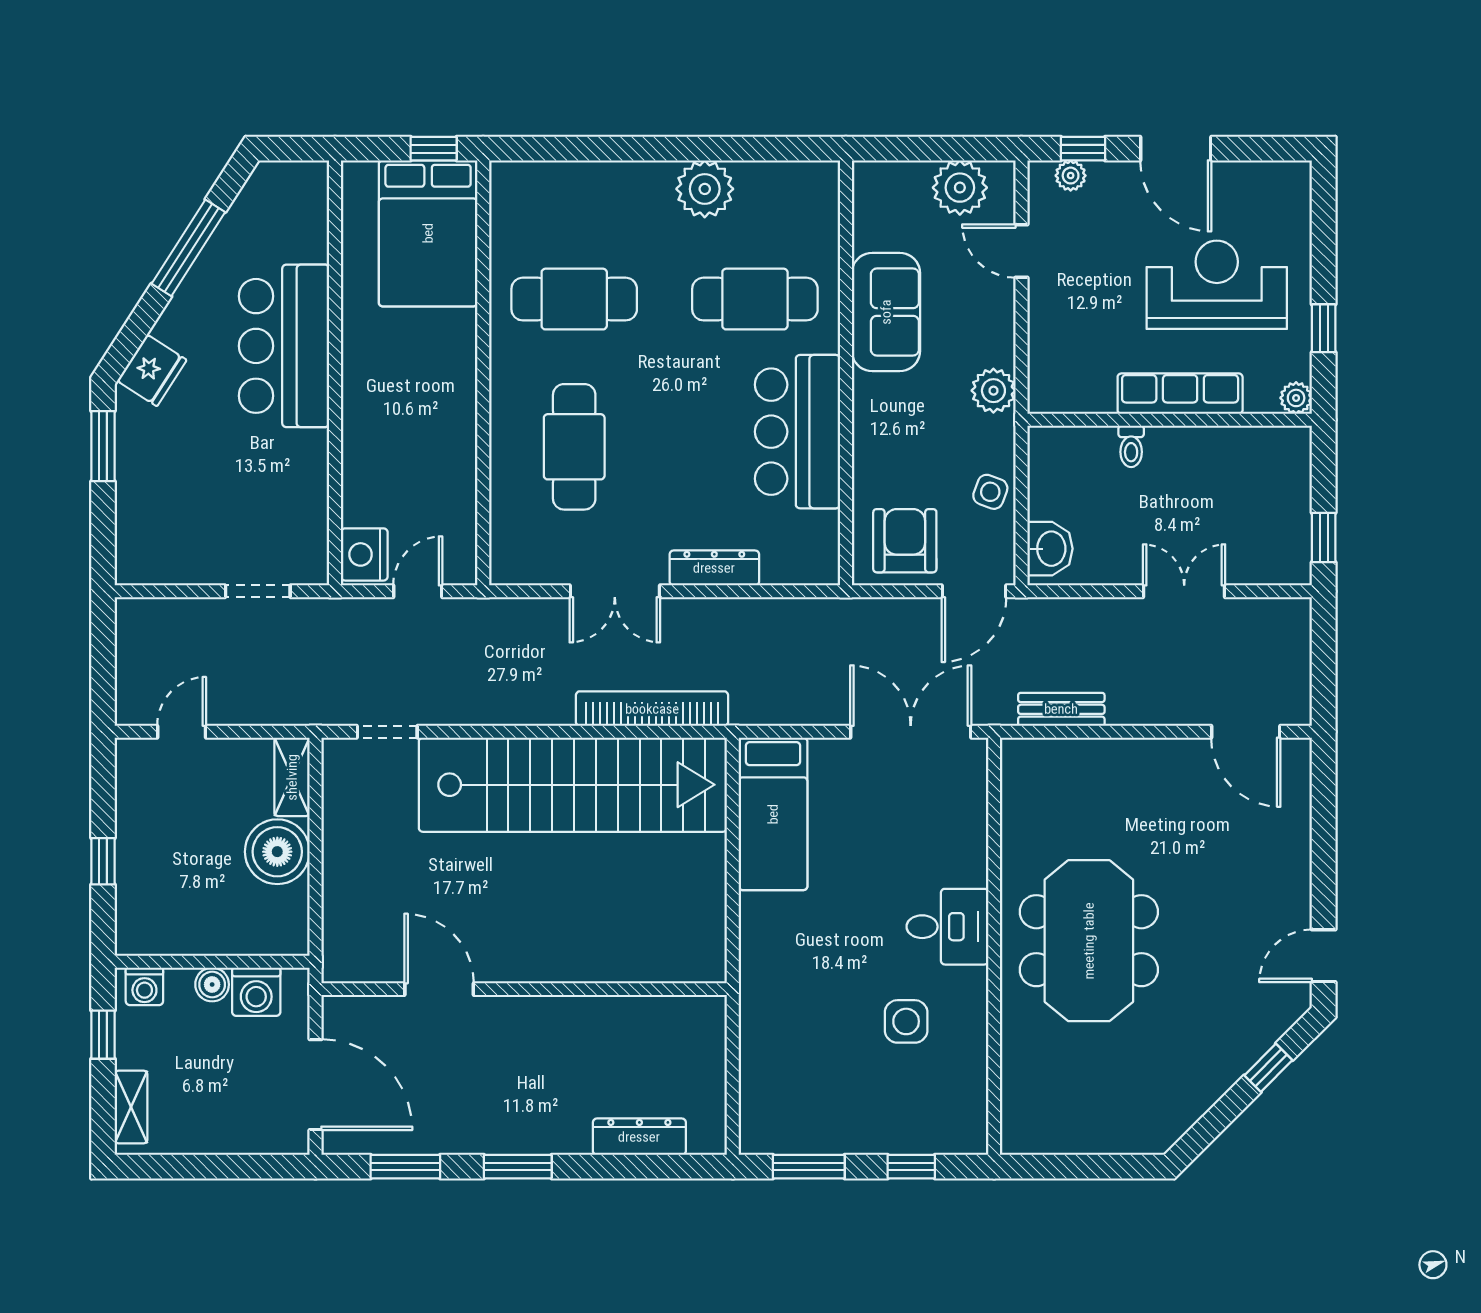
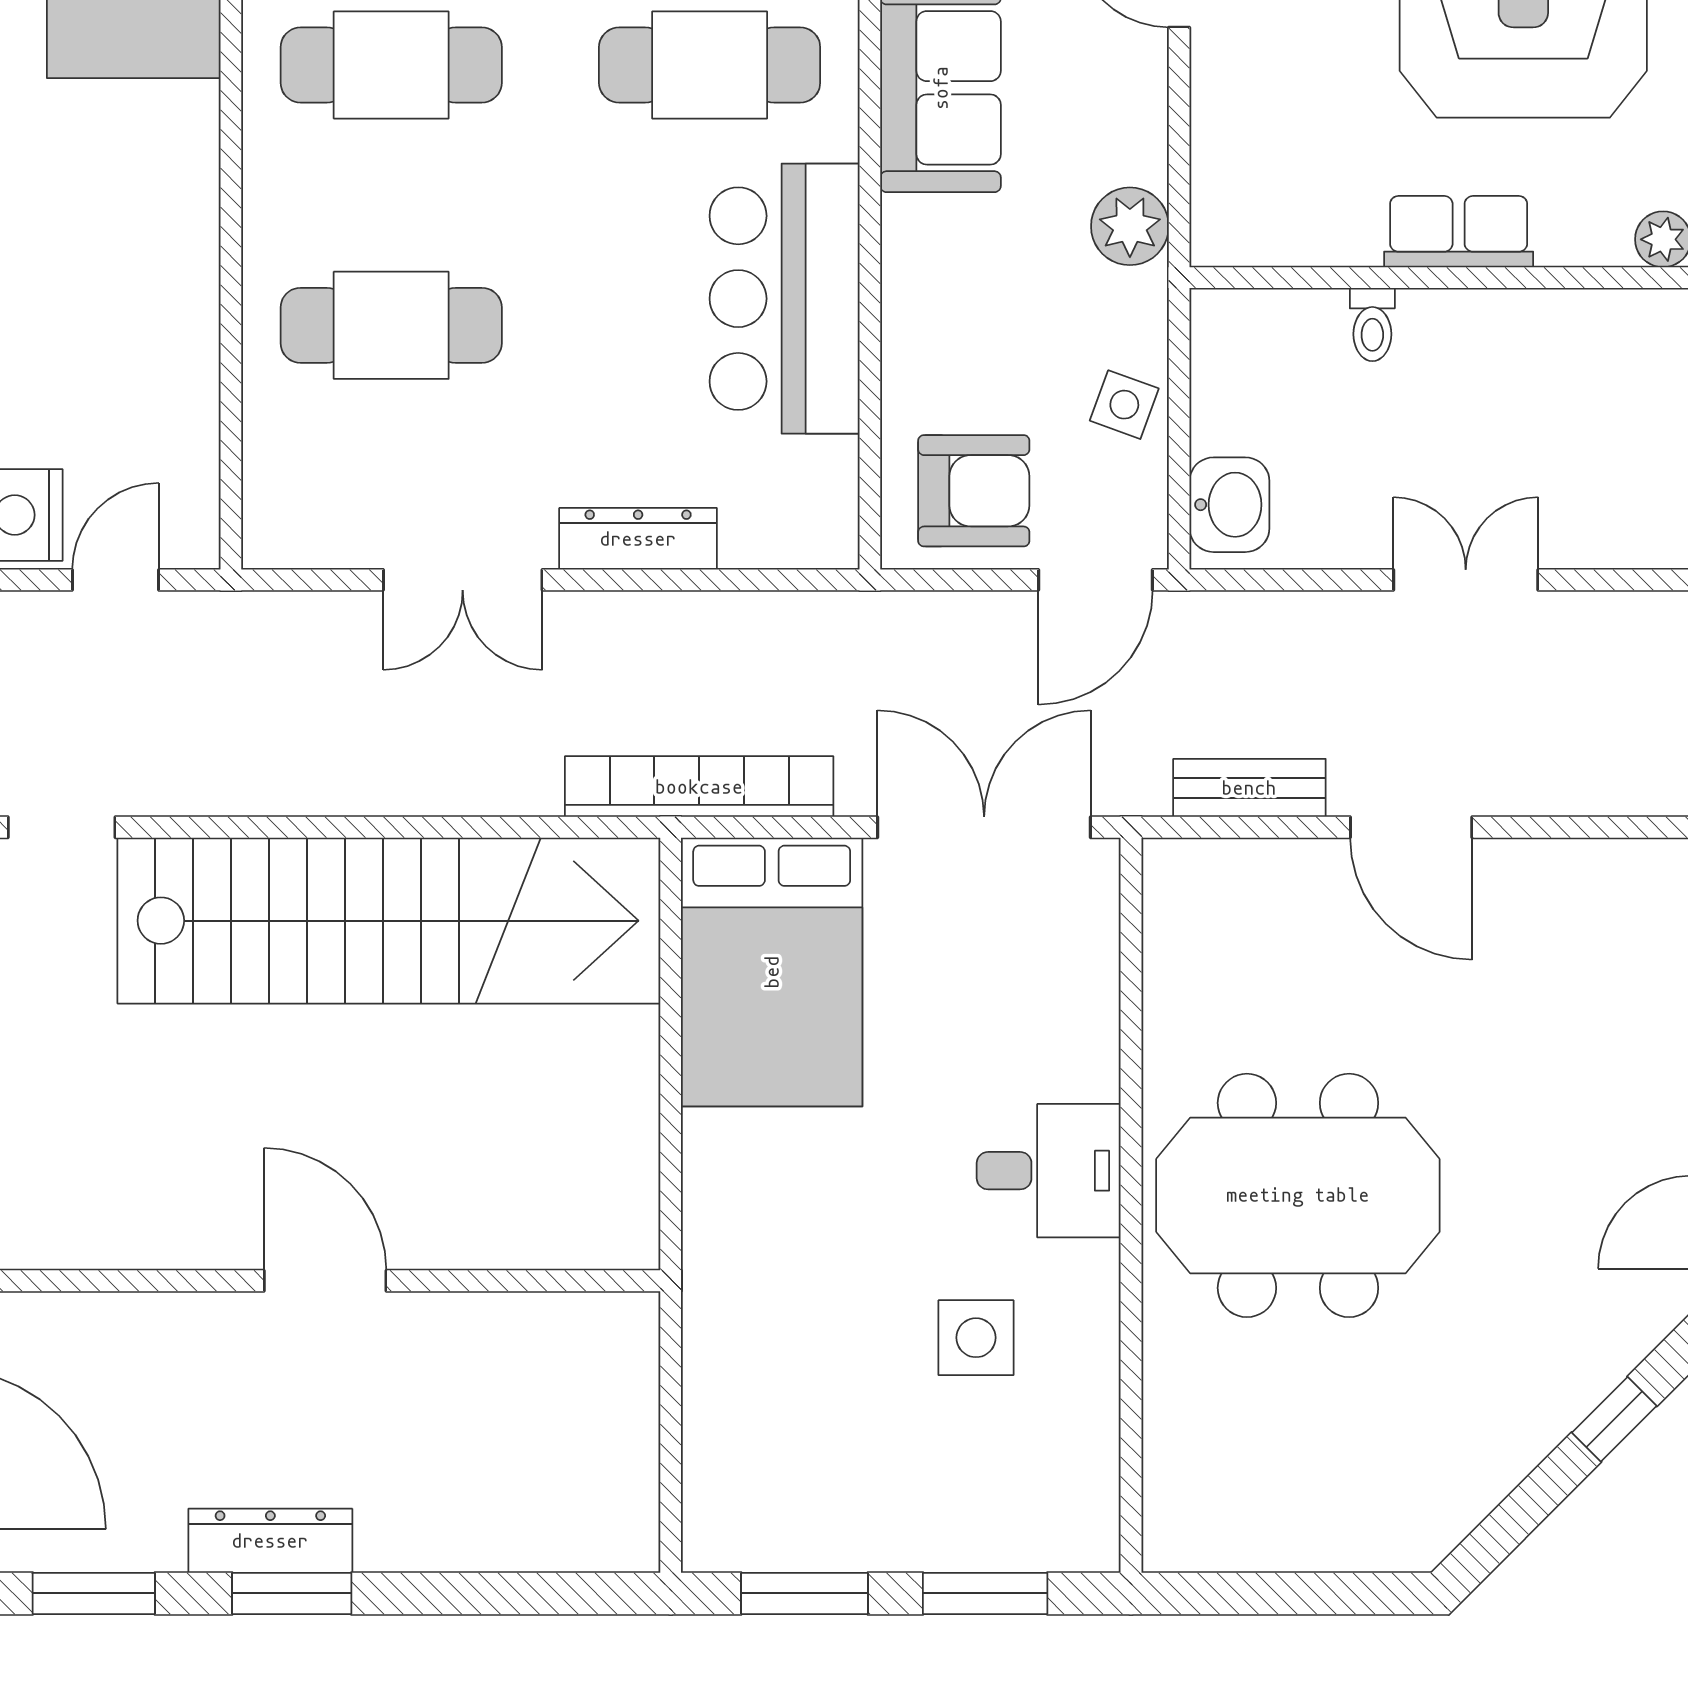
row of seats: (1180, 394) -> (1459, 232), width x0.68
cafe table: (574, 447) -> (391, 325), turned 90
armchair: (905, 541) -> (974, 491), turned 90
bookcase: (652, 709) -> (699, 787), moved
door: (1246, 732) -> (1411, 827), moved
bed: (773, 814) -> (772, 972), width x1.50
meeting table: (1089, 941) -> (1298, 1195), turned 90
door: (439, 989) -> (325, 1281), moved
dresser: (639, 1137) -> (270, 1541), moved
window: (911, 1167) -> (985, 1593), width x1.50

